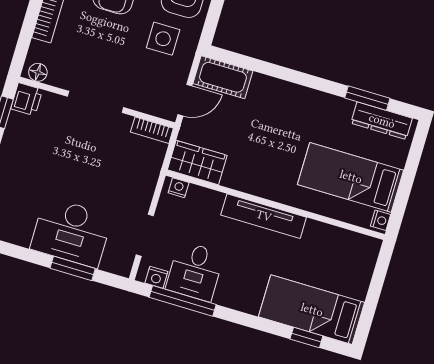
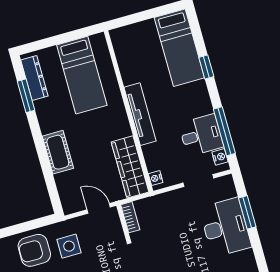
cot: (223, 77) -> (58, 152), moved
wardrobe: (197, 163) -> (130, 167), width x1.50
nightstand: (380, 220) -> (97, 40), removed
window: (306, 338) -> (206, 67), moved

